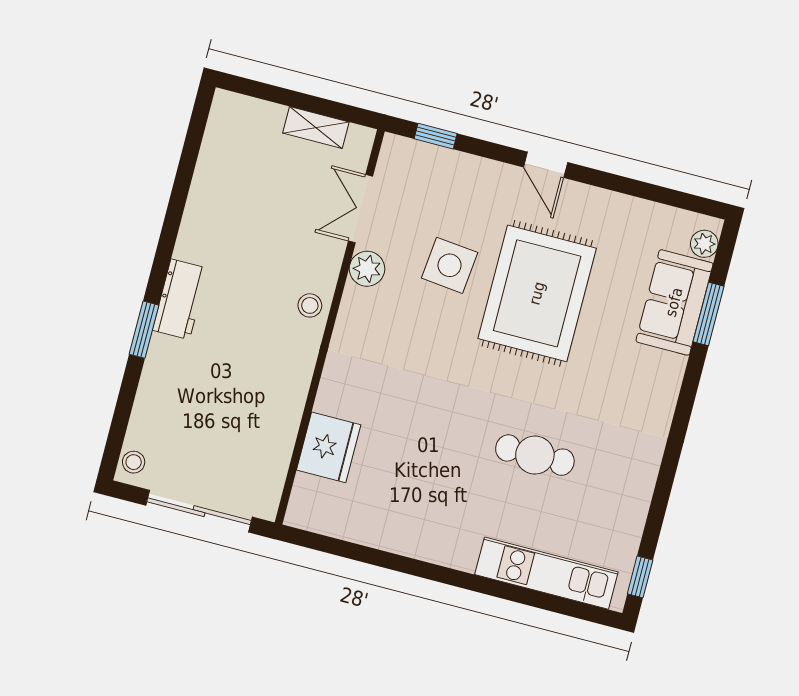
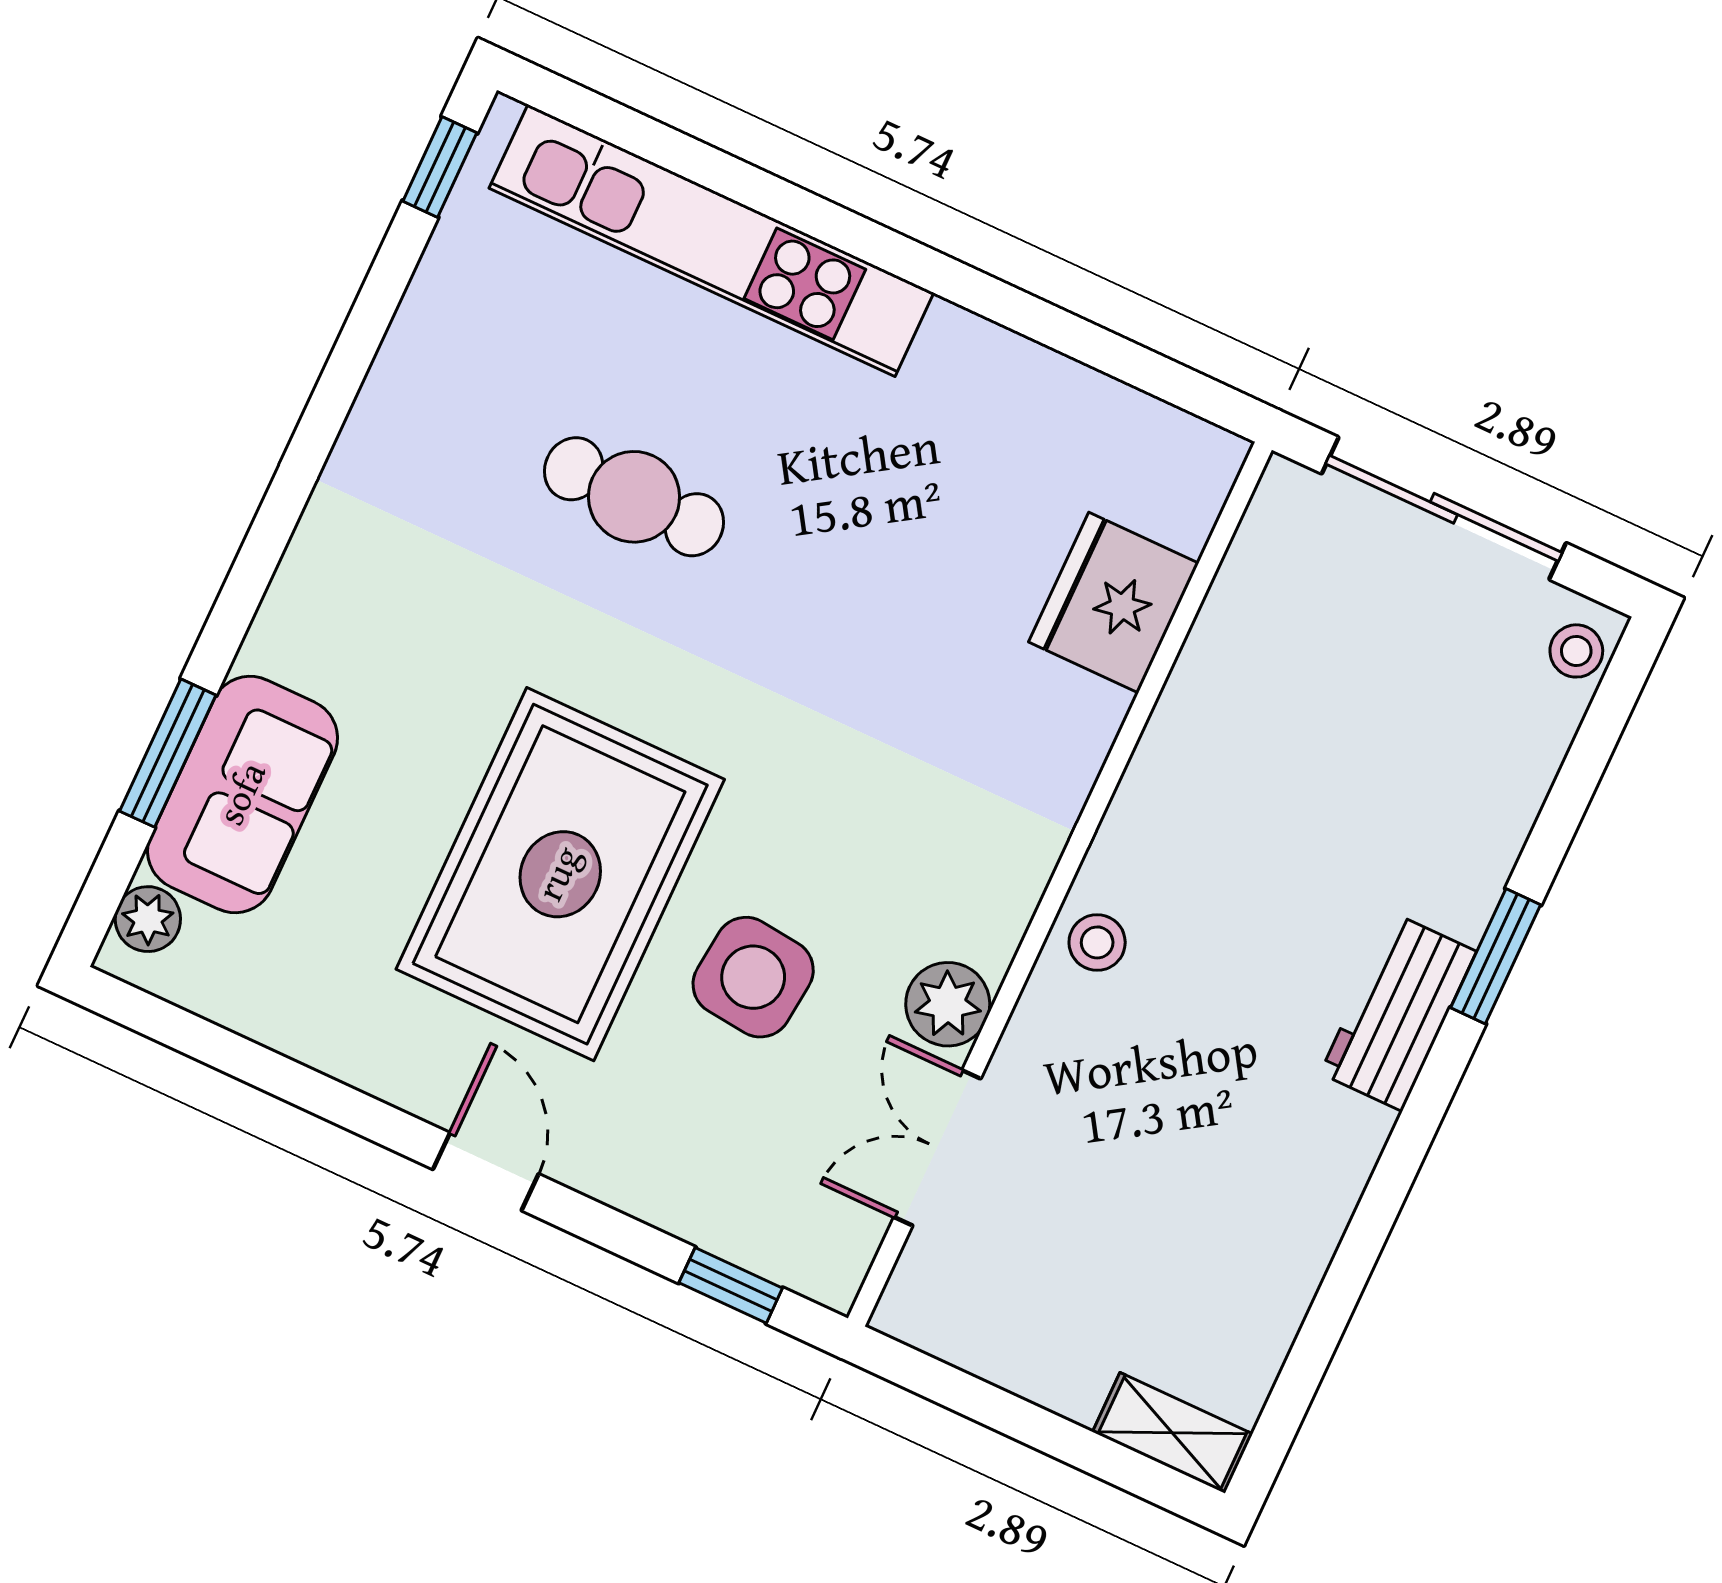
shelving: (316, 128) -> (1172, 1433), moved
double door: (360, 209) -> (937, 1148), swing flipped
kitchen unit: (546, 573) -> (711, 240), width x1.36

